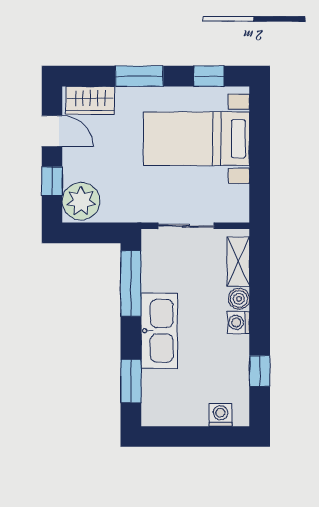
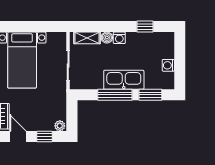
door: (52, 131) -> (18, 137), hinge flipped
plant: (81, 201) -> (60, 126), width x0.53, depth x0.53
window: (131, 283) -> (115, 95), moved
washing machine: (220, 415) -> (168, 65), moved

